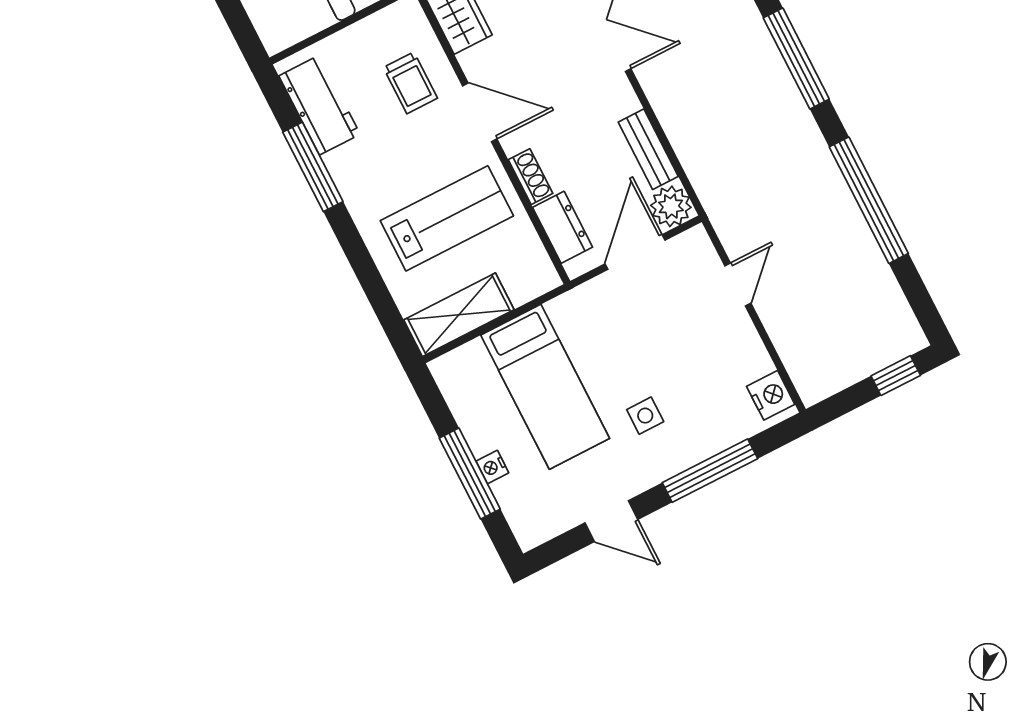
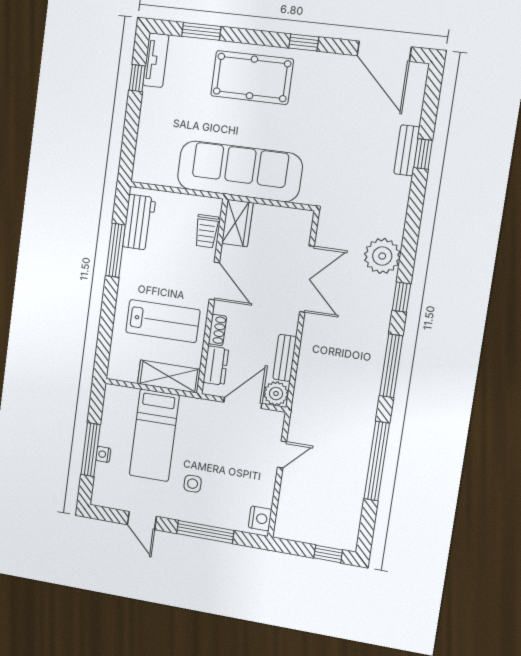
trolley: (410, 83) -> (207, 231), moved
shelving: (459, 315) -> (169, 377), moved

